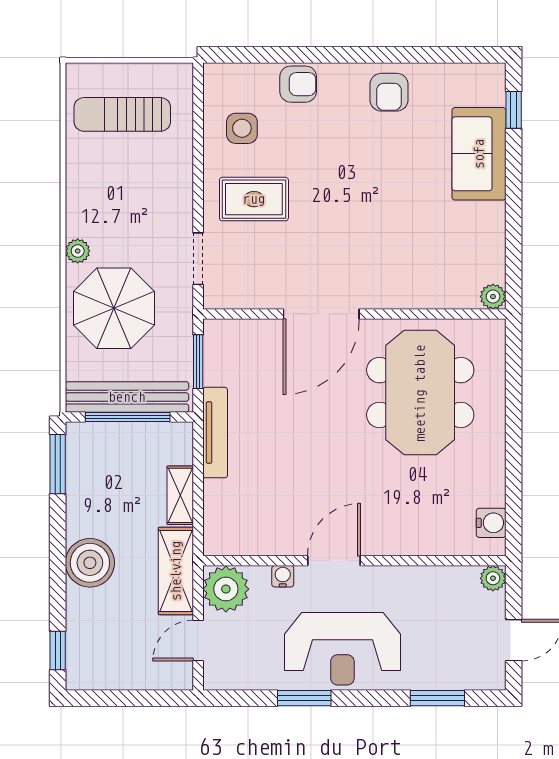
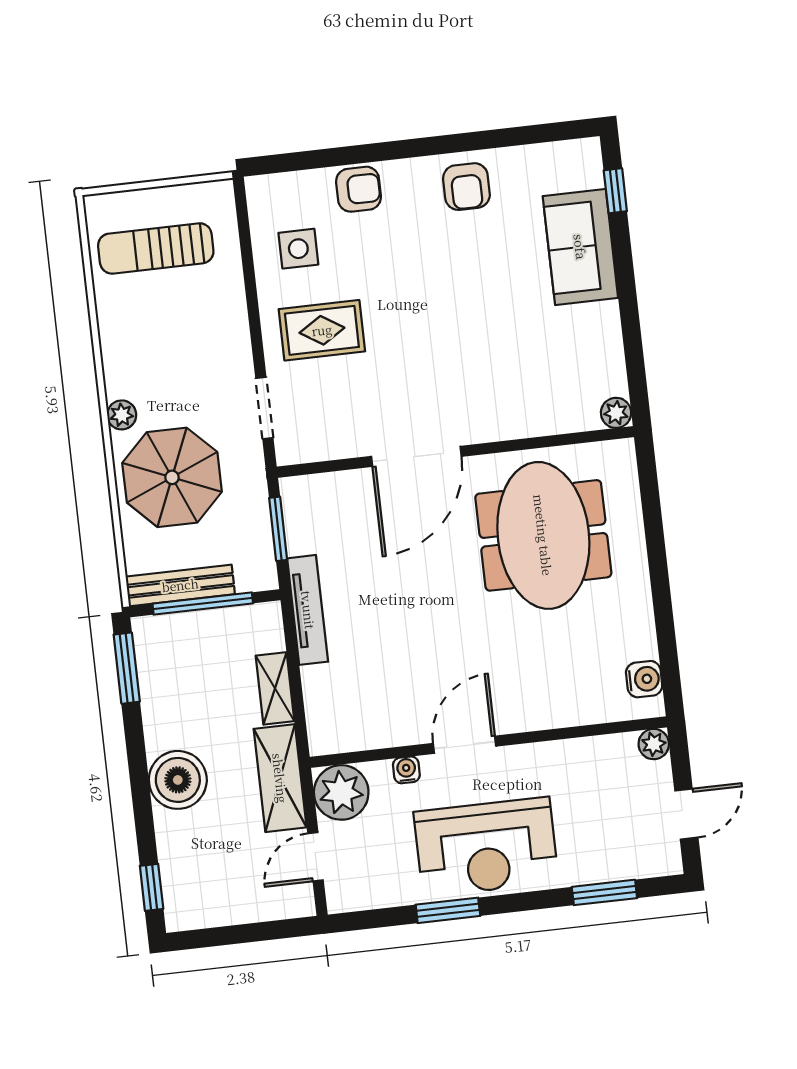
bench: (127, 397) -> (180, 585), width x0.73, depth x0.82

